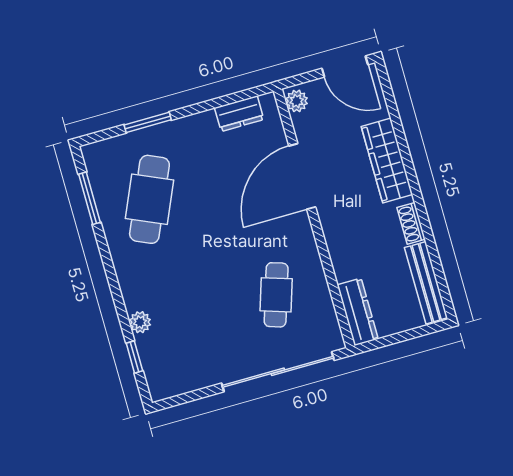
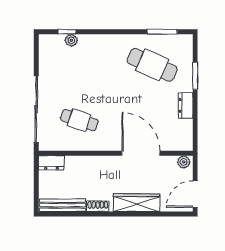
dresser: (239, 114) -> (186, 105), moved
dresser: (358, 312) -> (51, 163), width x0.70
plant: (140, 322) -> (71, 40), moved

